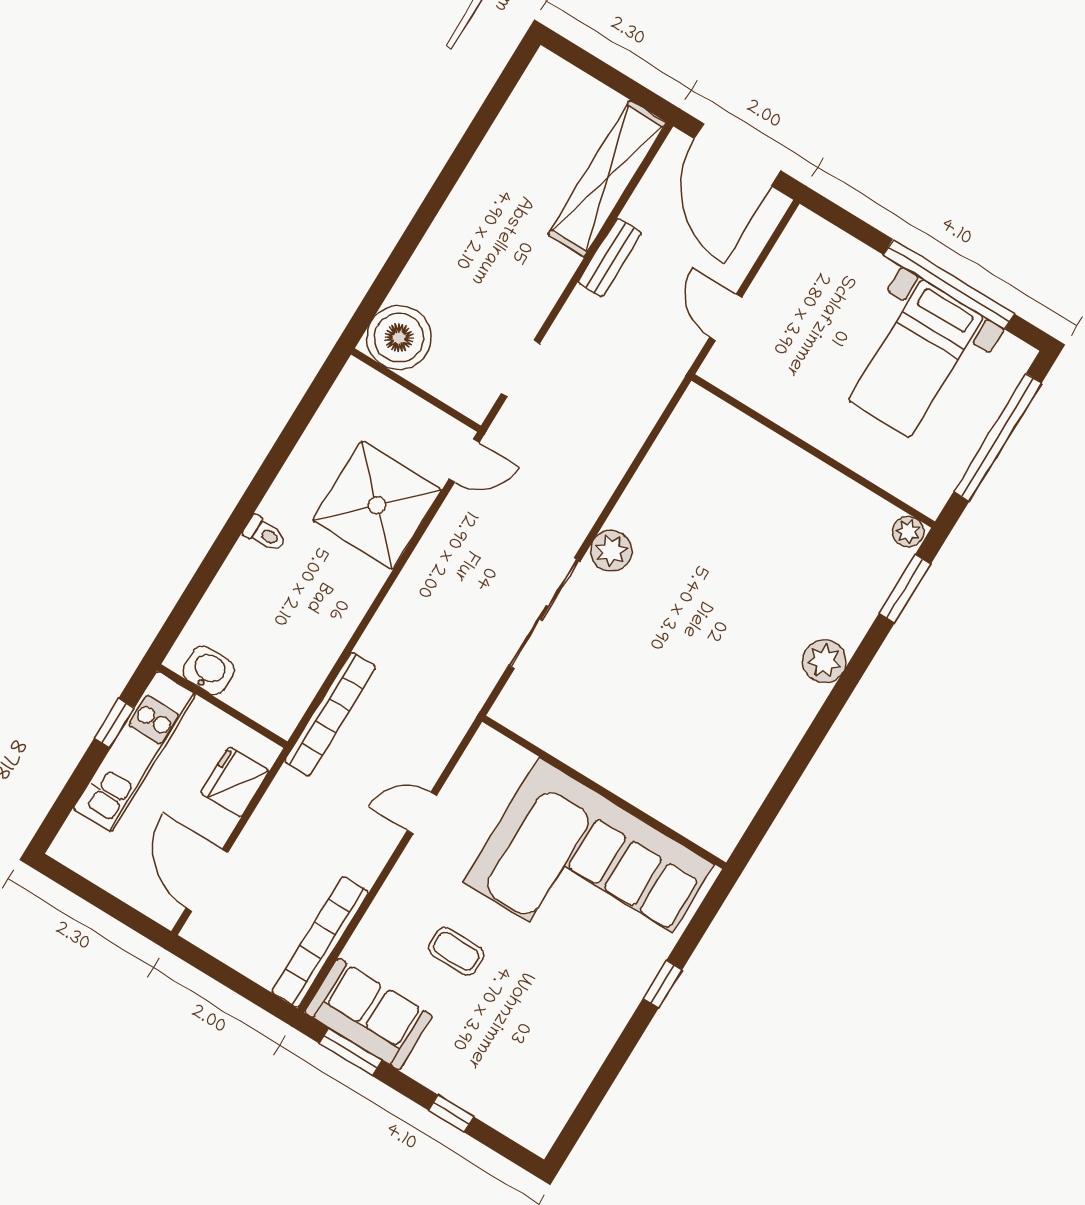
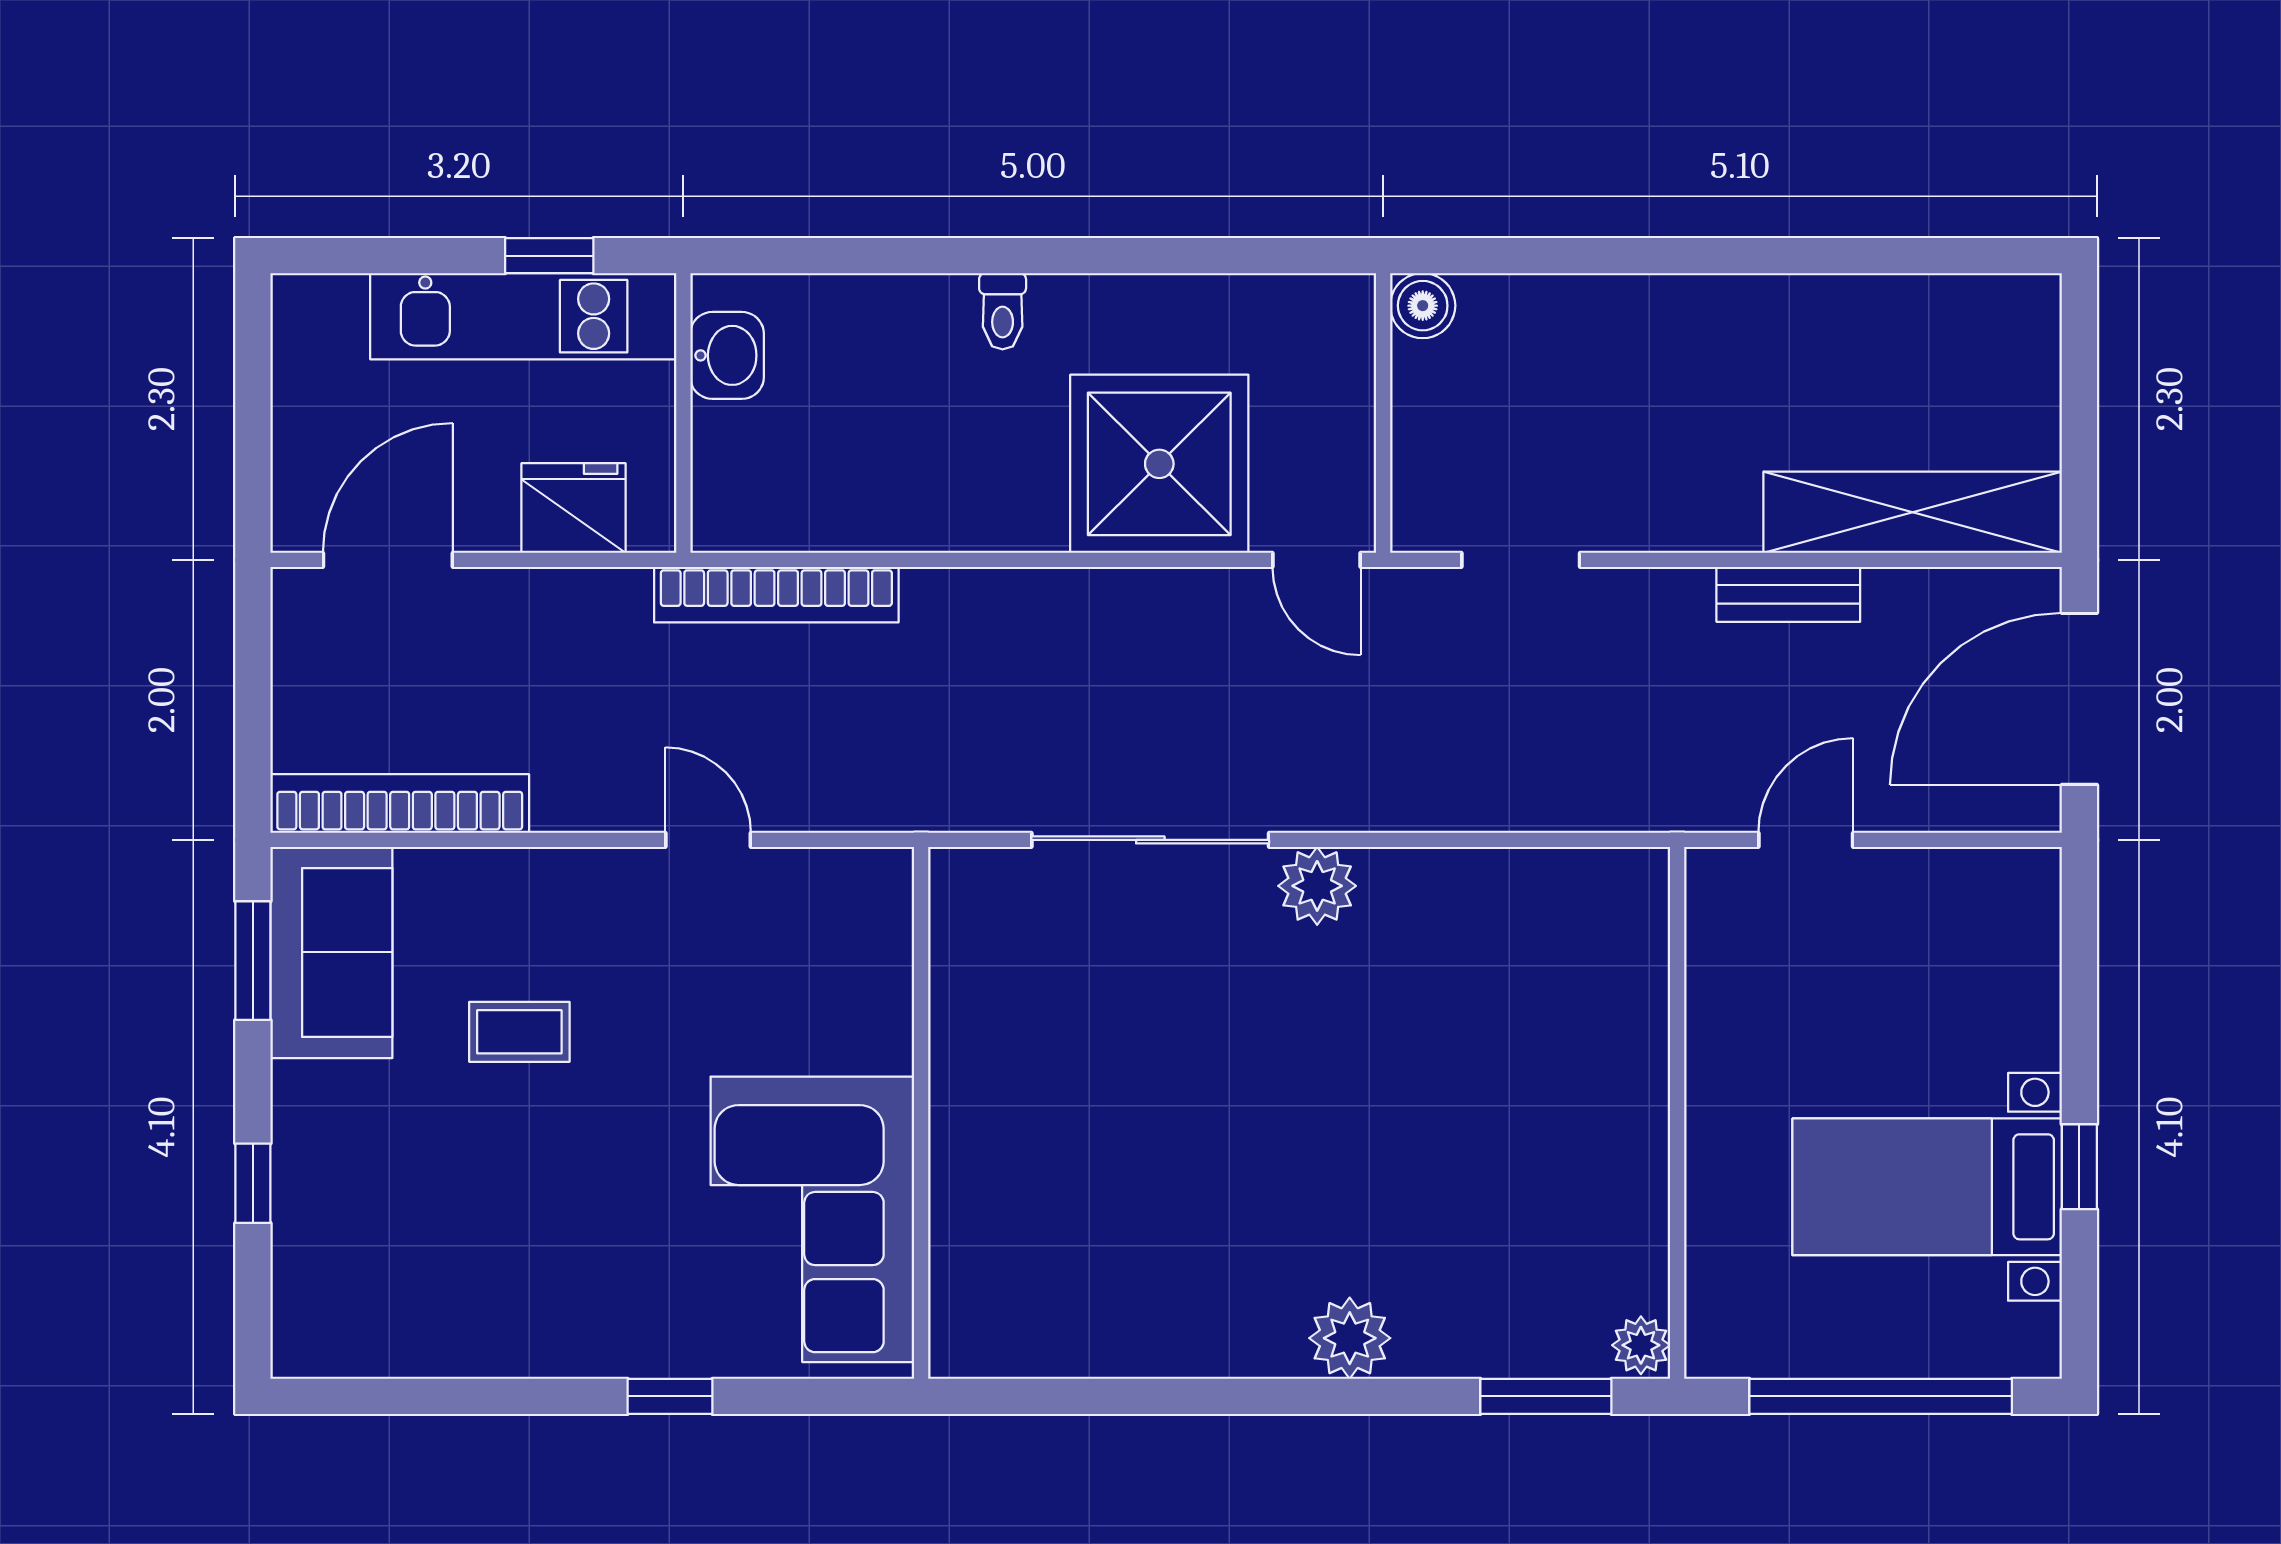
window: (949, 284) -> (2079, 1167), width x0.32
boiler: (399, 338) -> (1423, 306), width x0.54, depth x0.54
corner sofa: (589, 873) -> (812, 1219), width x0.73, depth x0.74
coffee table: (456, 951) -> (519, 1032), turned 90

